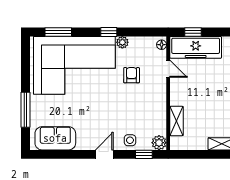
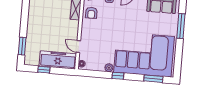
window: (193, 32) -> (44, 70), moved
armchair: (132, 75) -> (91, 13), moved

